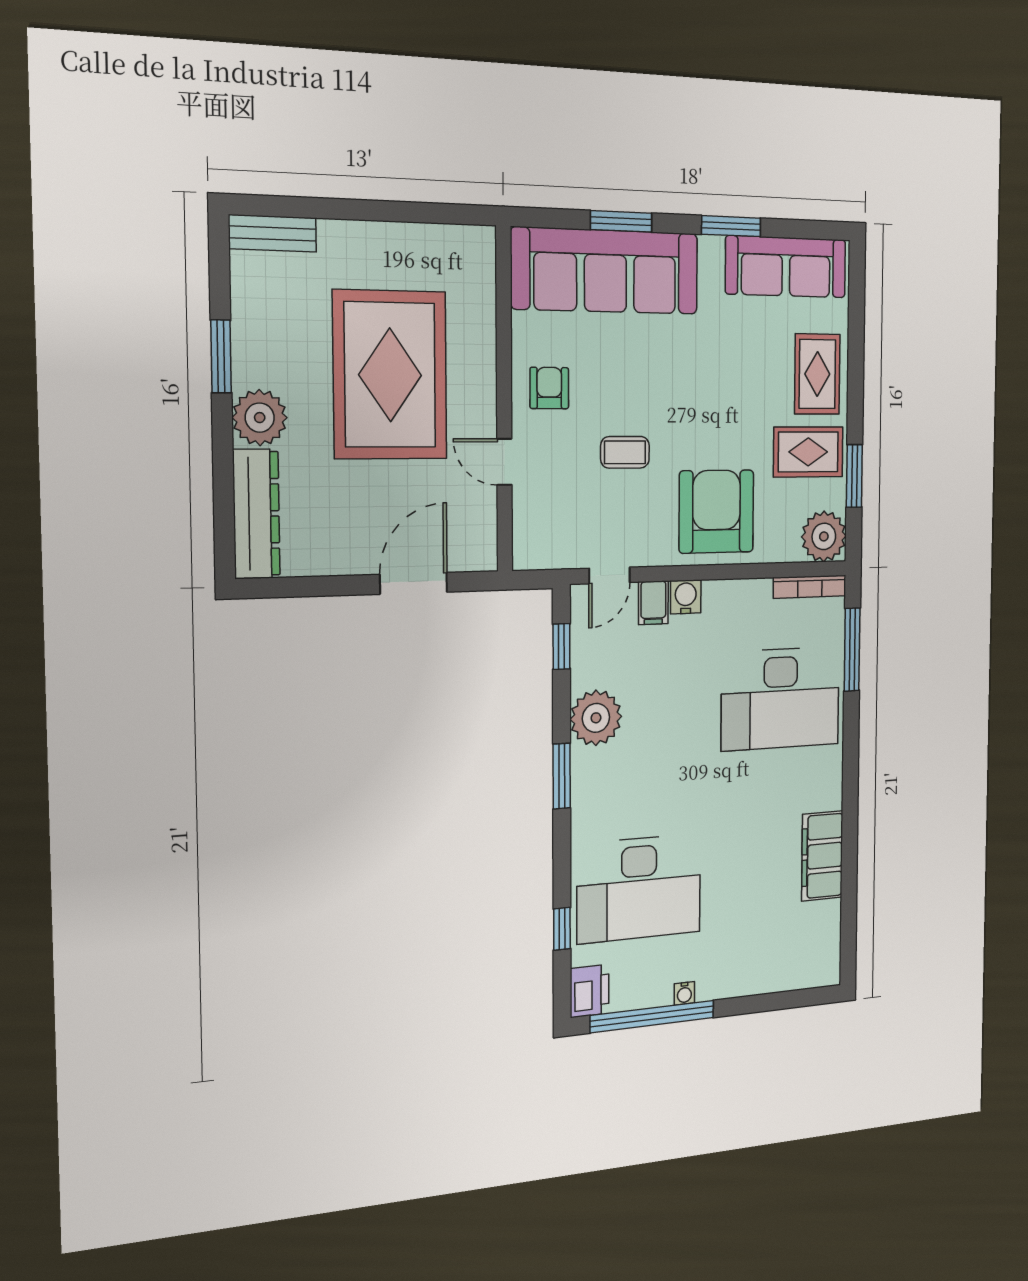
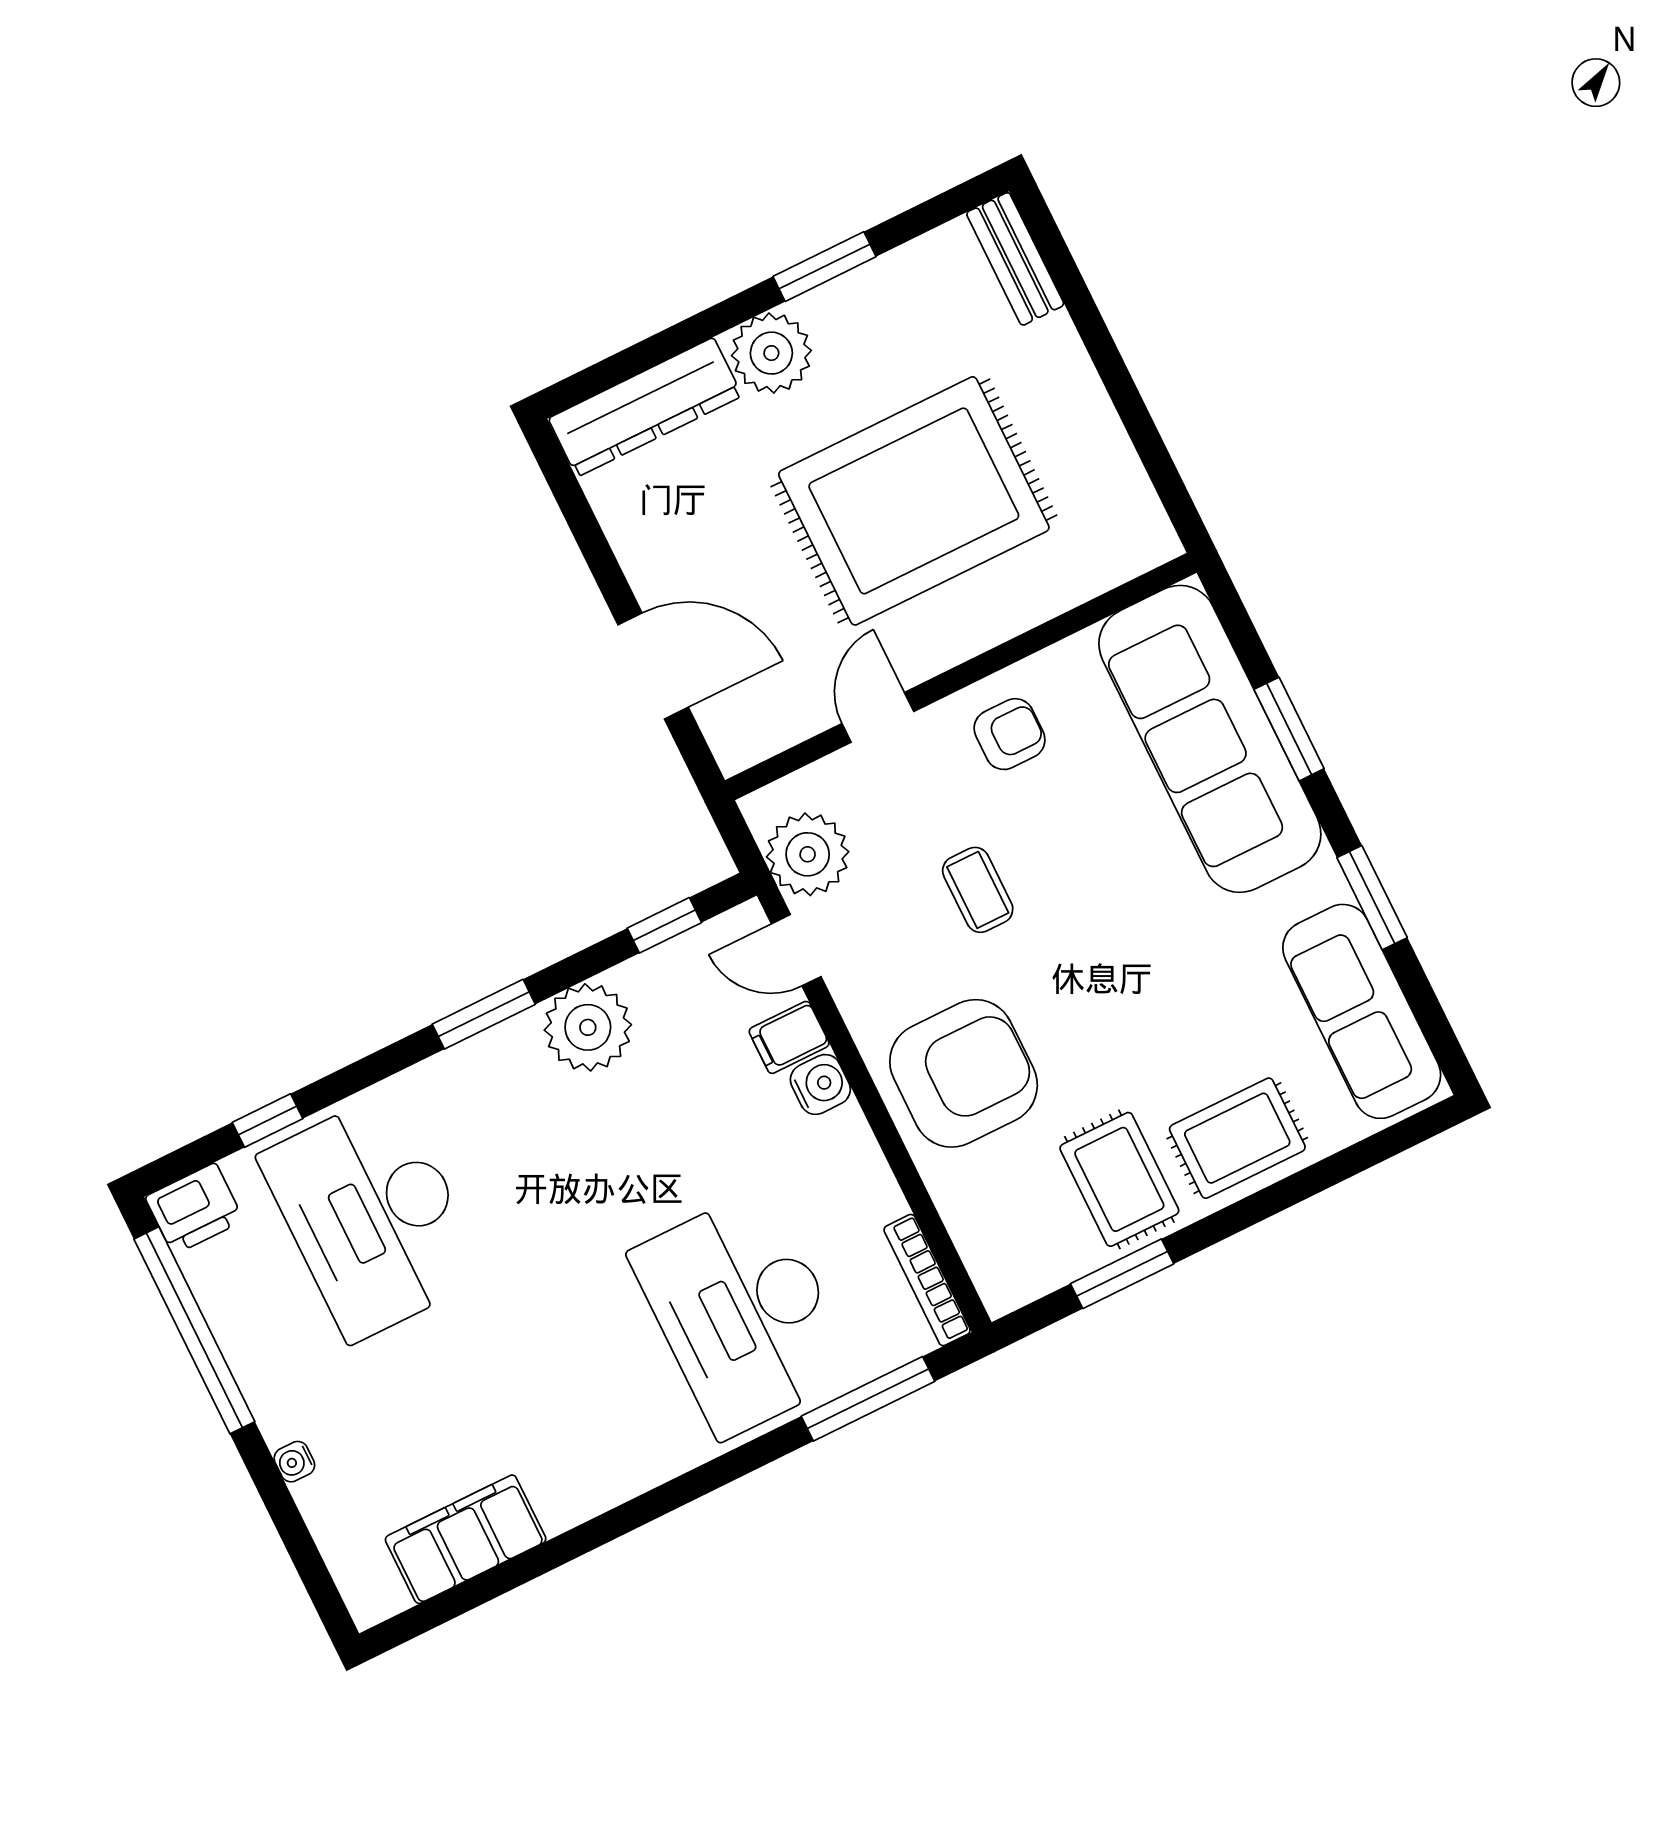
plant: (824, 536) -> (808, 854), moved
filing cabinet: (822, 856) -> (466, 1539), moved
water cooler: (684, 993) -> (294, 1462), moved

